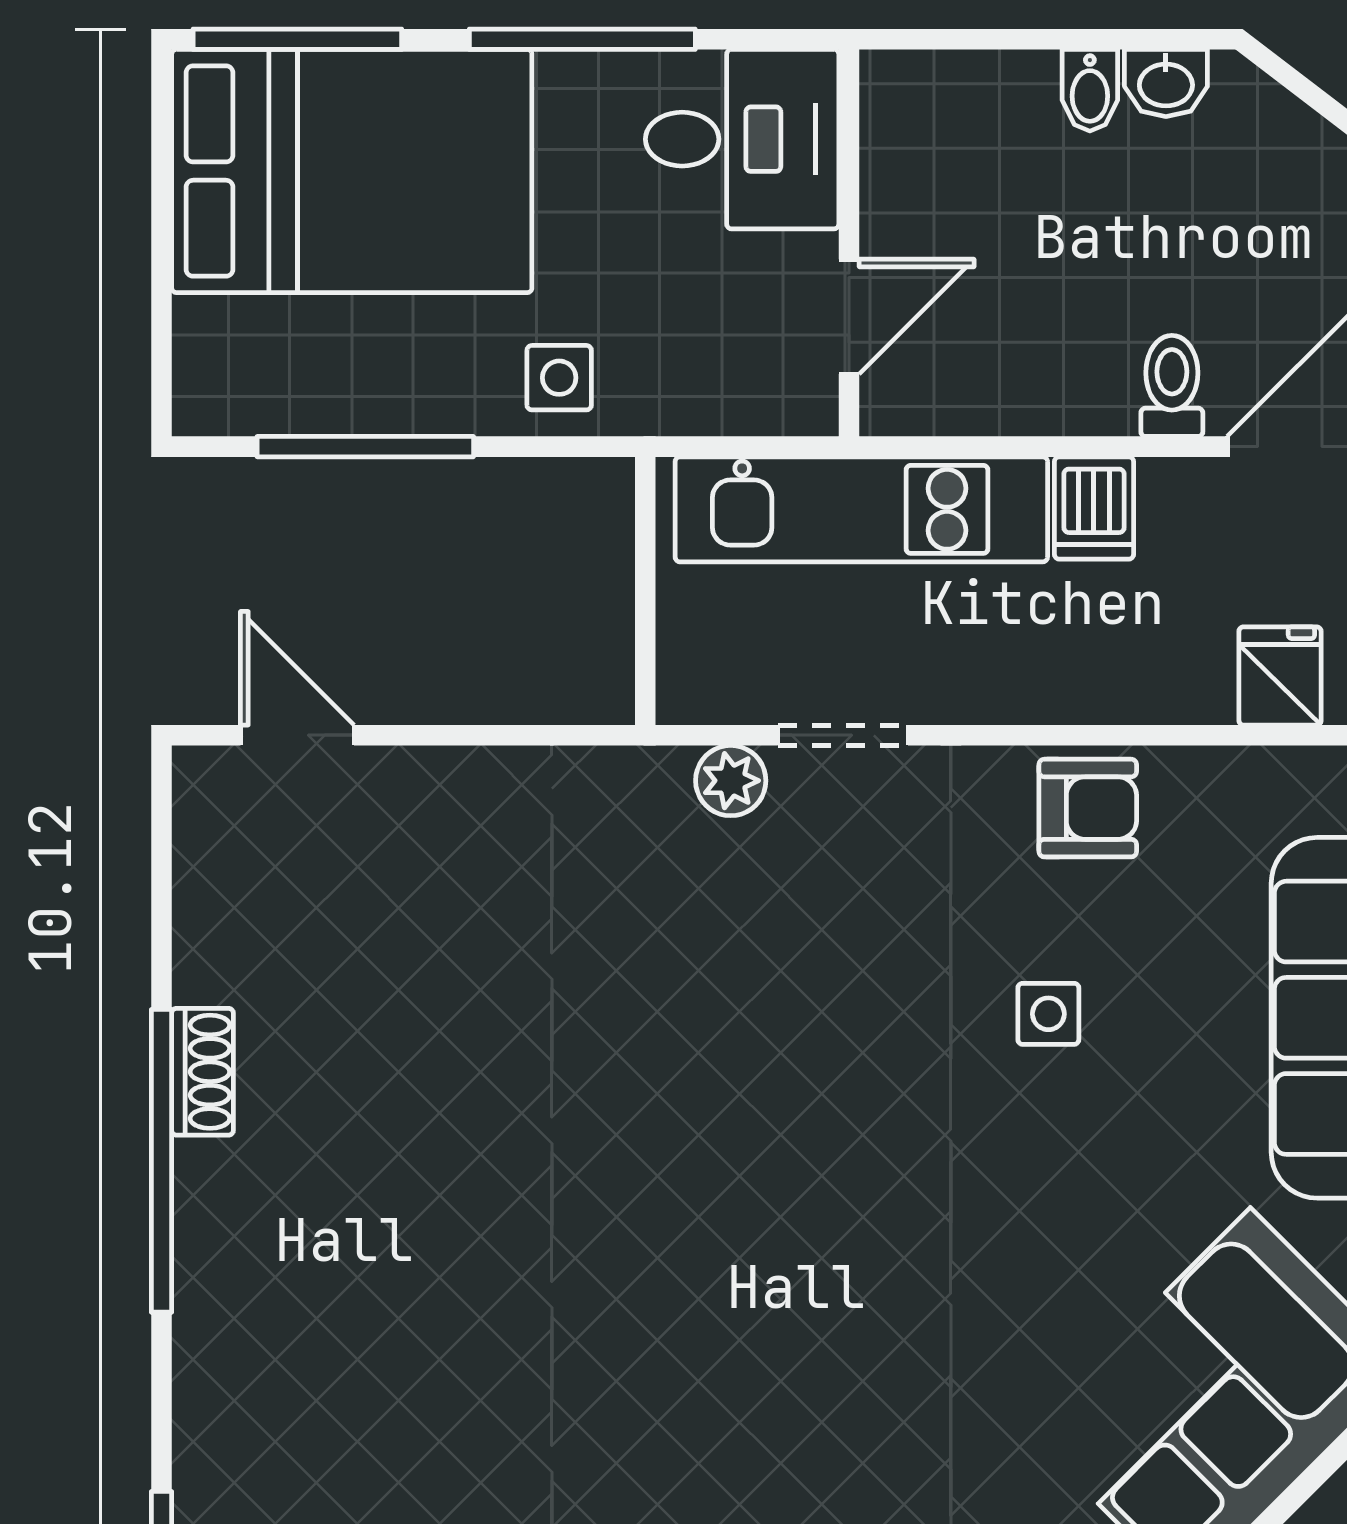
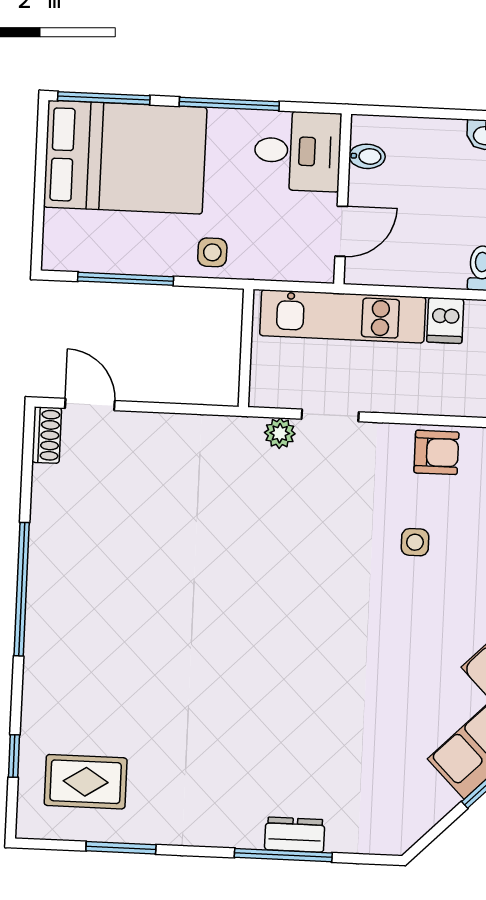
bidet: (1090, 90) -> (367, 156), moved, turned -90
shoe rack: (203, 1072) -> (47, 435), moved

